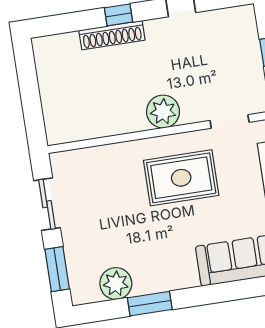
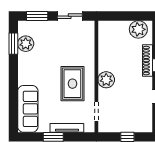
plant: (53, 63) -> (138, 29), added
window: (150, 304) -> (13, 44), moved

